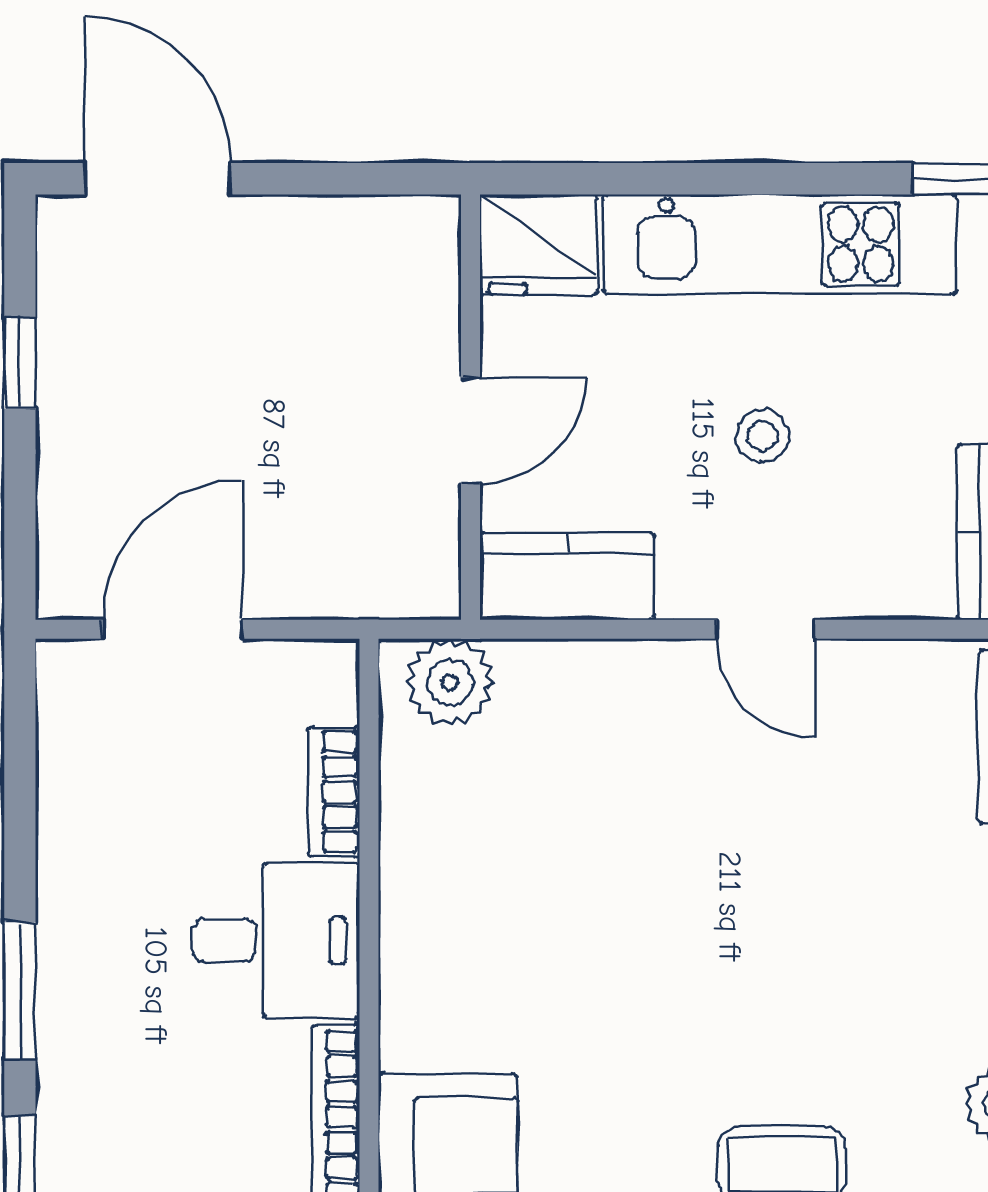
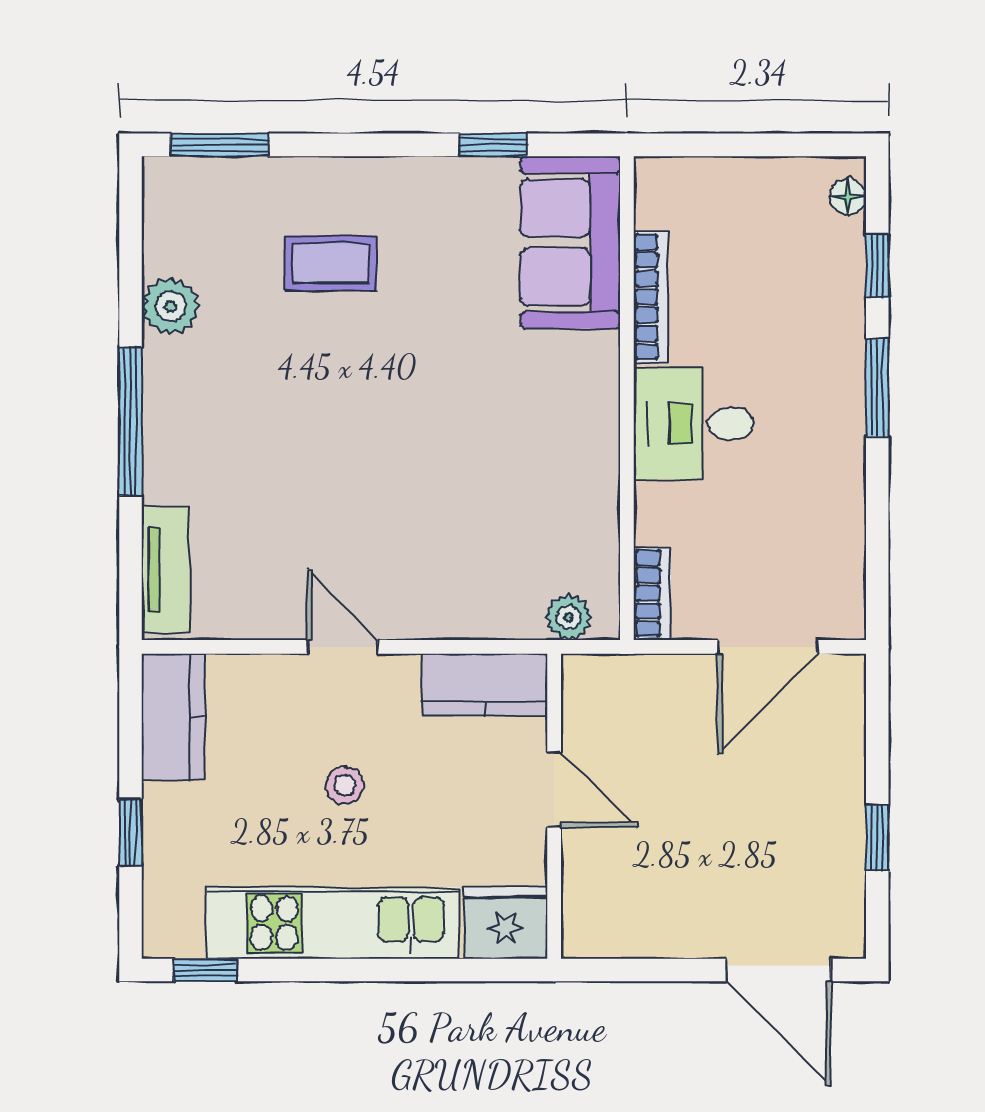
door: (470, 430) -> (554, 790), swing flipped
plant: (450, 683) -> (569, 617), width x0.73, depth x0.73
bookcase: (334, 792) -> (652, 593), moved

